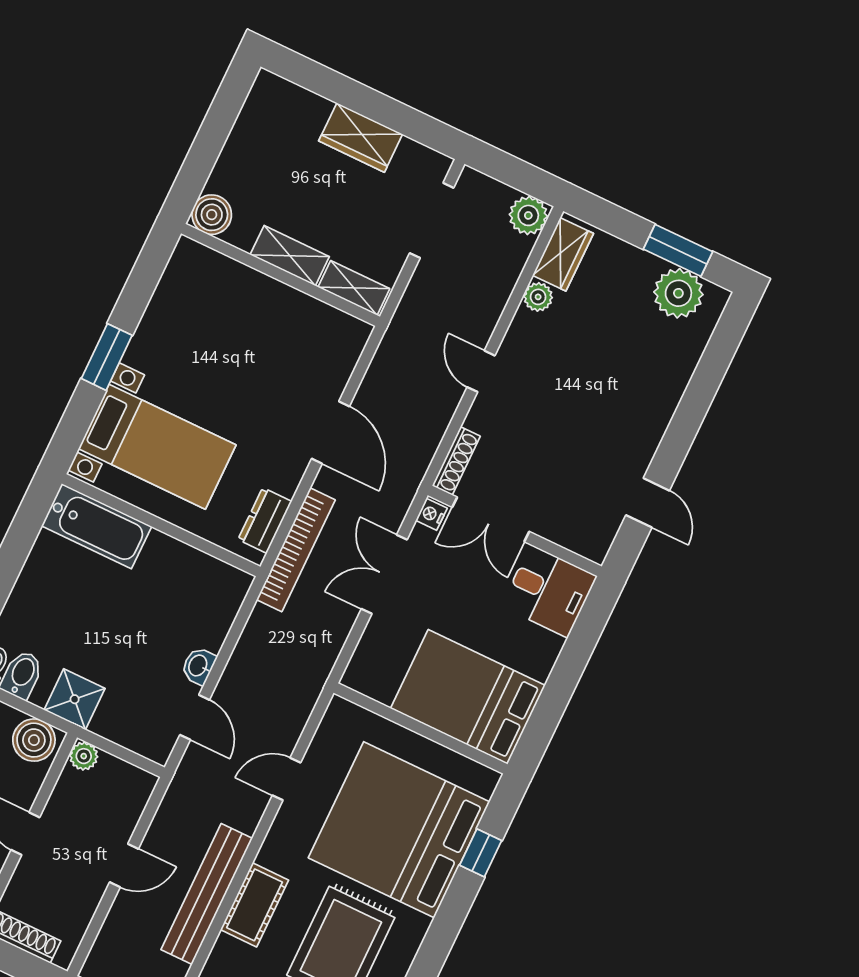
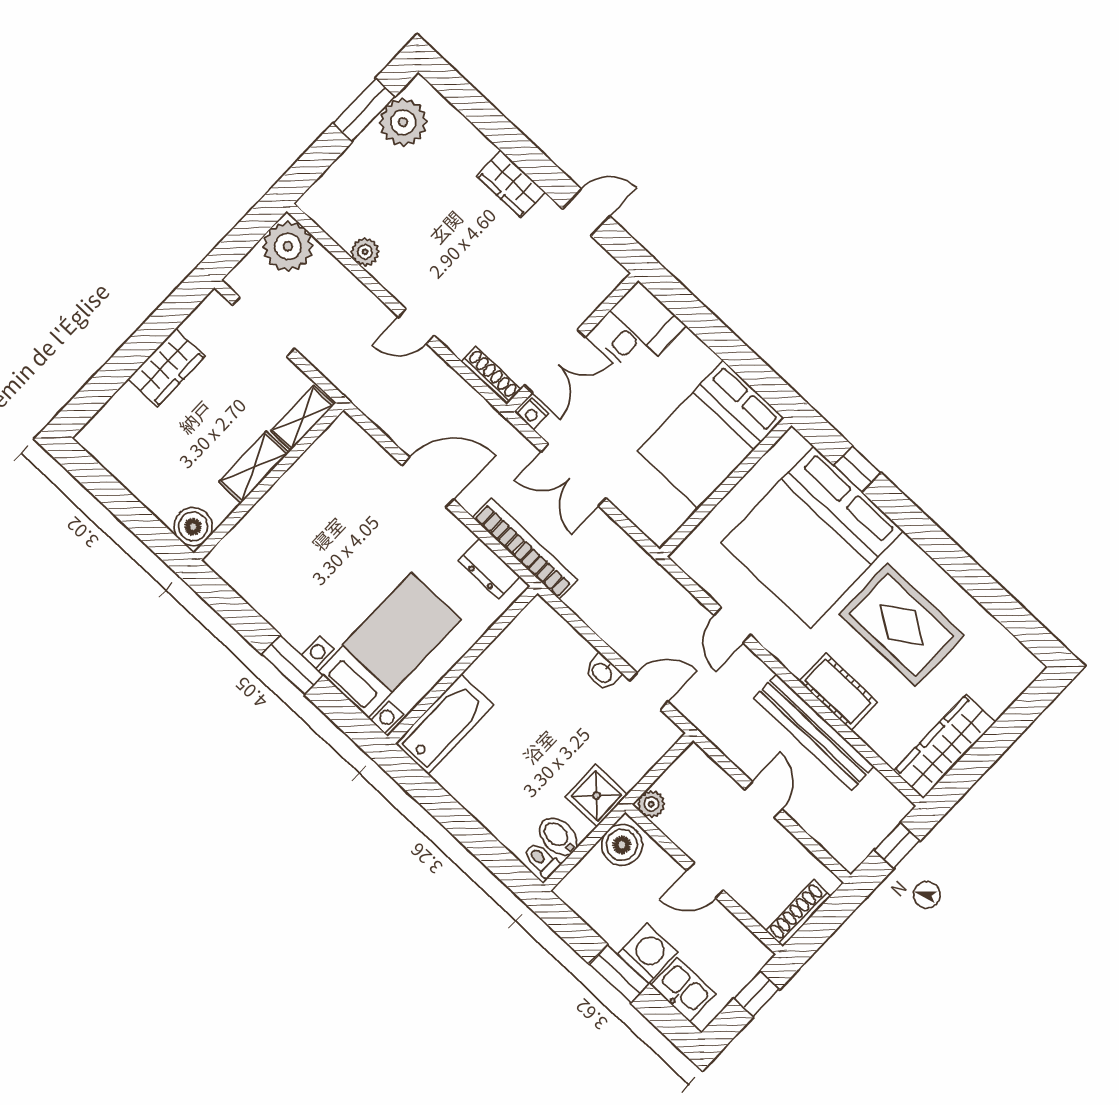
plant: (528, 215) -> (288, 246), width x1.36, depth x1.36
wardrobe: (563, 254) -> (511, 184), moved, turned 180

